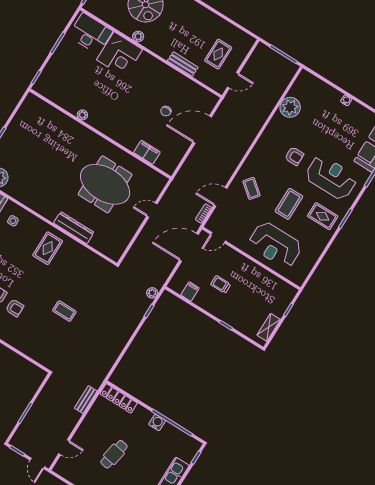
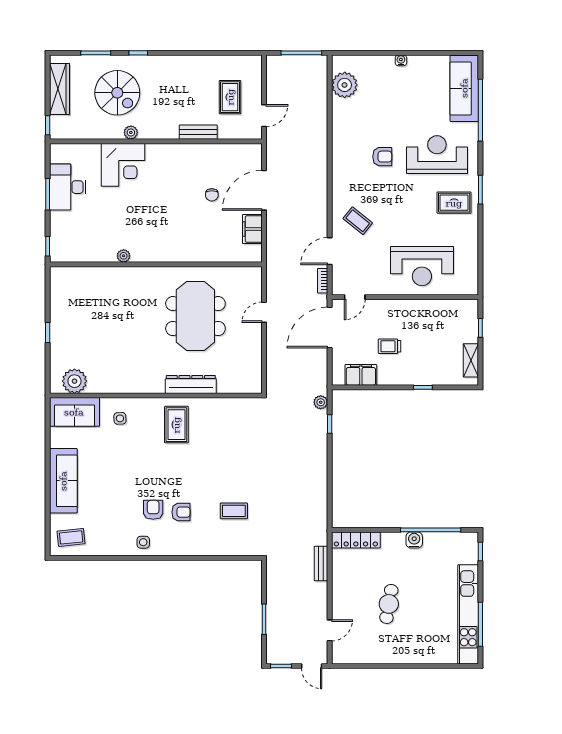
desk: (91, 33) -> (68, 187), moved, turned -90
plant: (290, 107) -> (345, 85), moved
filing cabinet: (147, 152) -> (252, 229), moved, turned -90
meeting table: (105, 184) -> (195, 316), turned 90
coffee table: (289, 204) -> (409, 212), removed
filing cabinet: (190, 291) -> (361, 375), width x2.00
coffee table: (64, 311) -> (234, 511), moved

